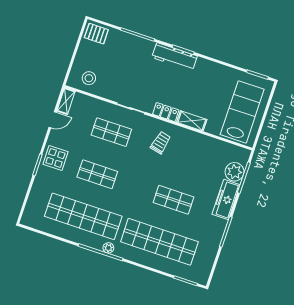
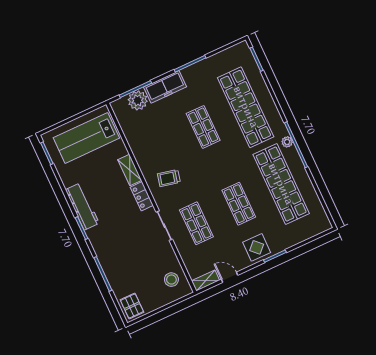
workbench: (175, 57) -> (82, 206), moved

